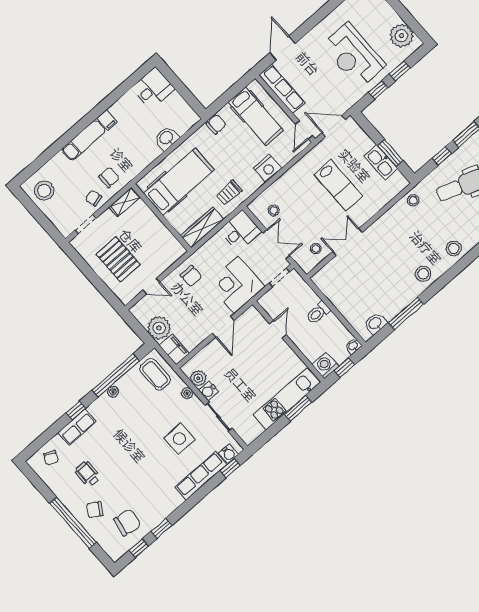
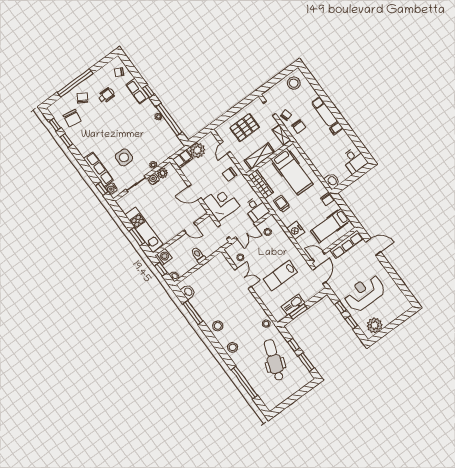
washbasin: (167, 138) -> (332, 181), moved
shelving: (160, 233) -> (260, 156), added
coffee table: (155, 374) -> (167, 145), removed

